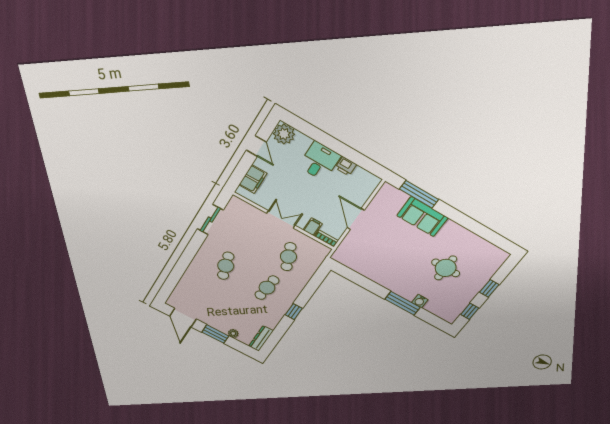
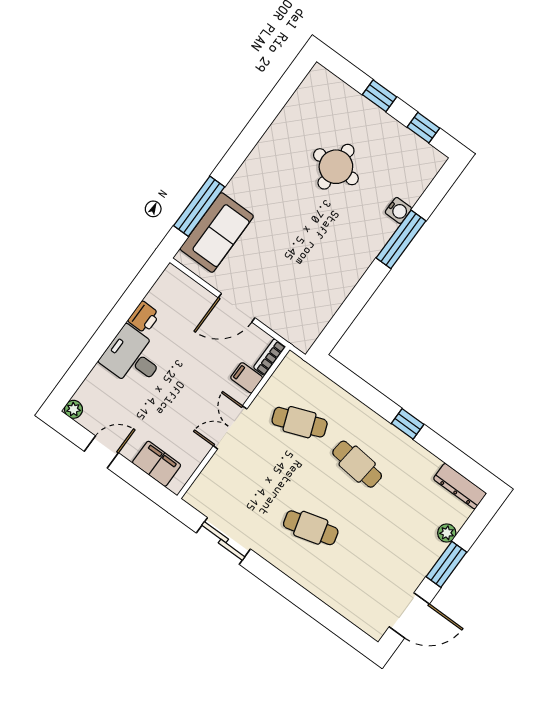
plant: (284, 134) -> (73, 409), width x0.53, depth x0.53
sofa: (422, 217) -> (217, 233), moved

